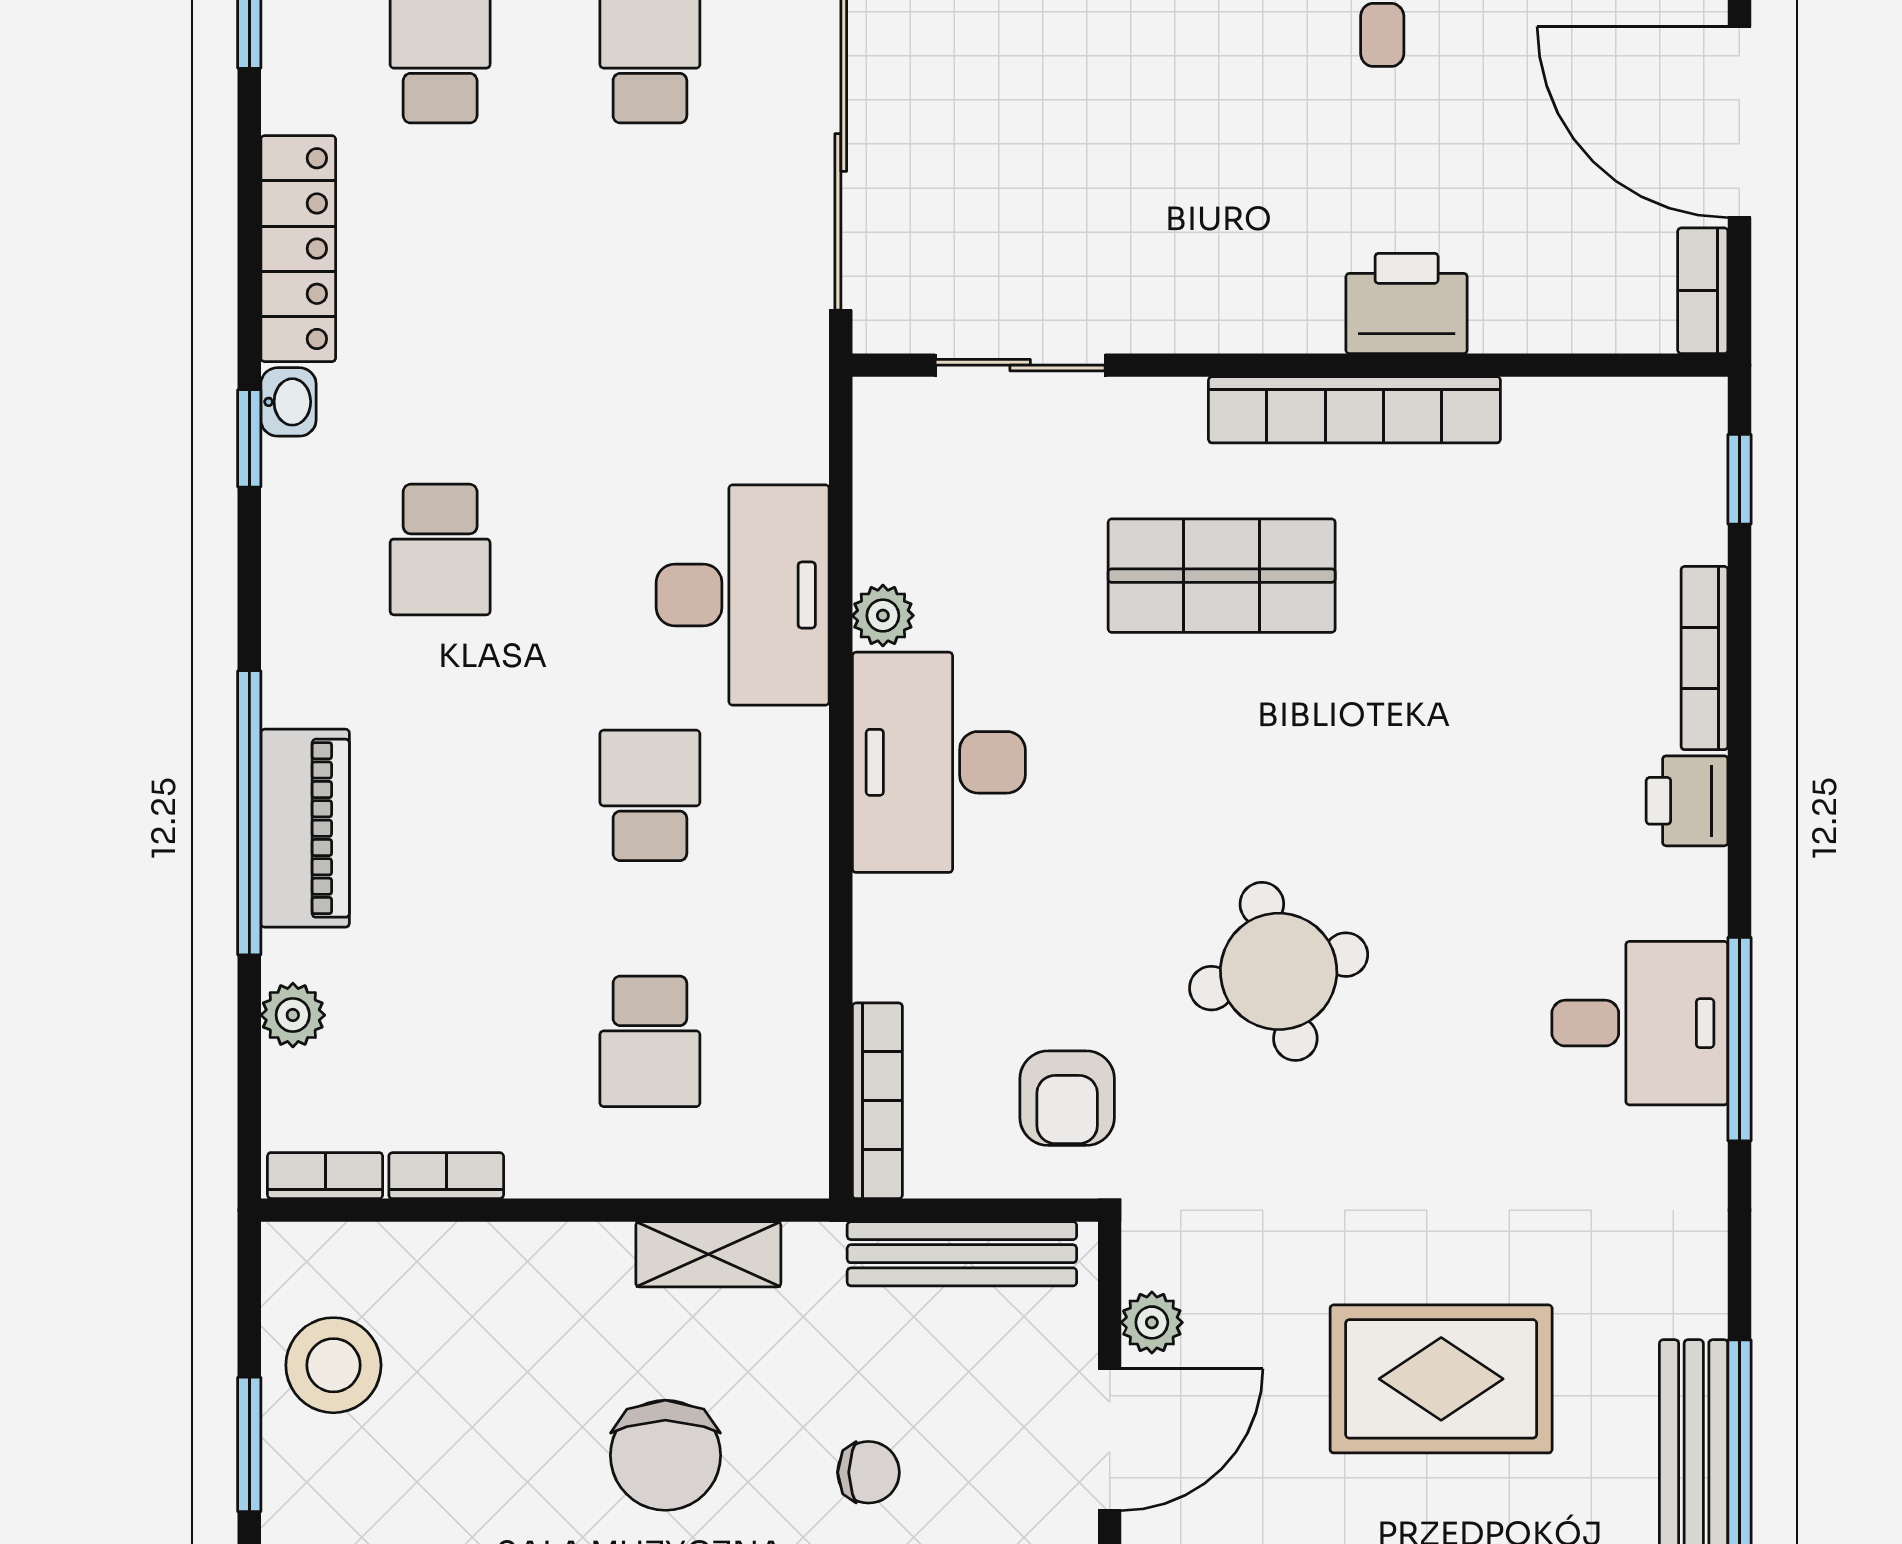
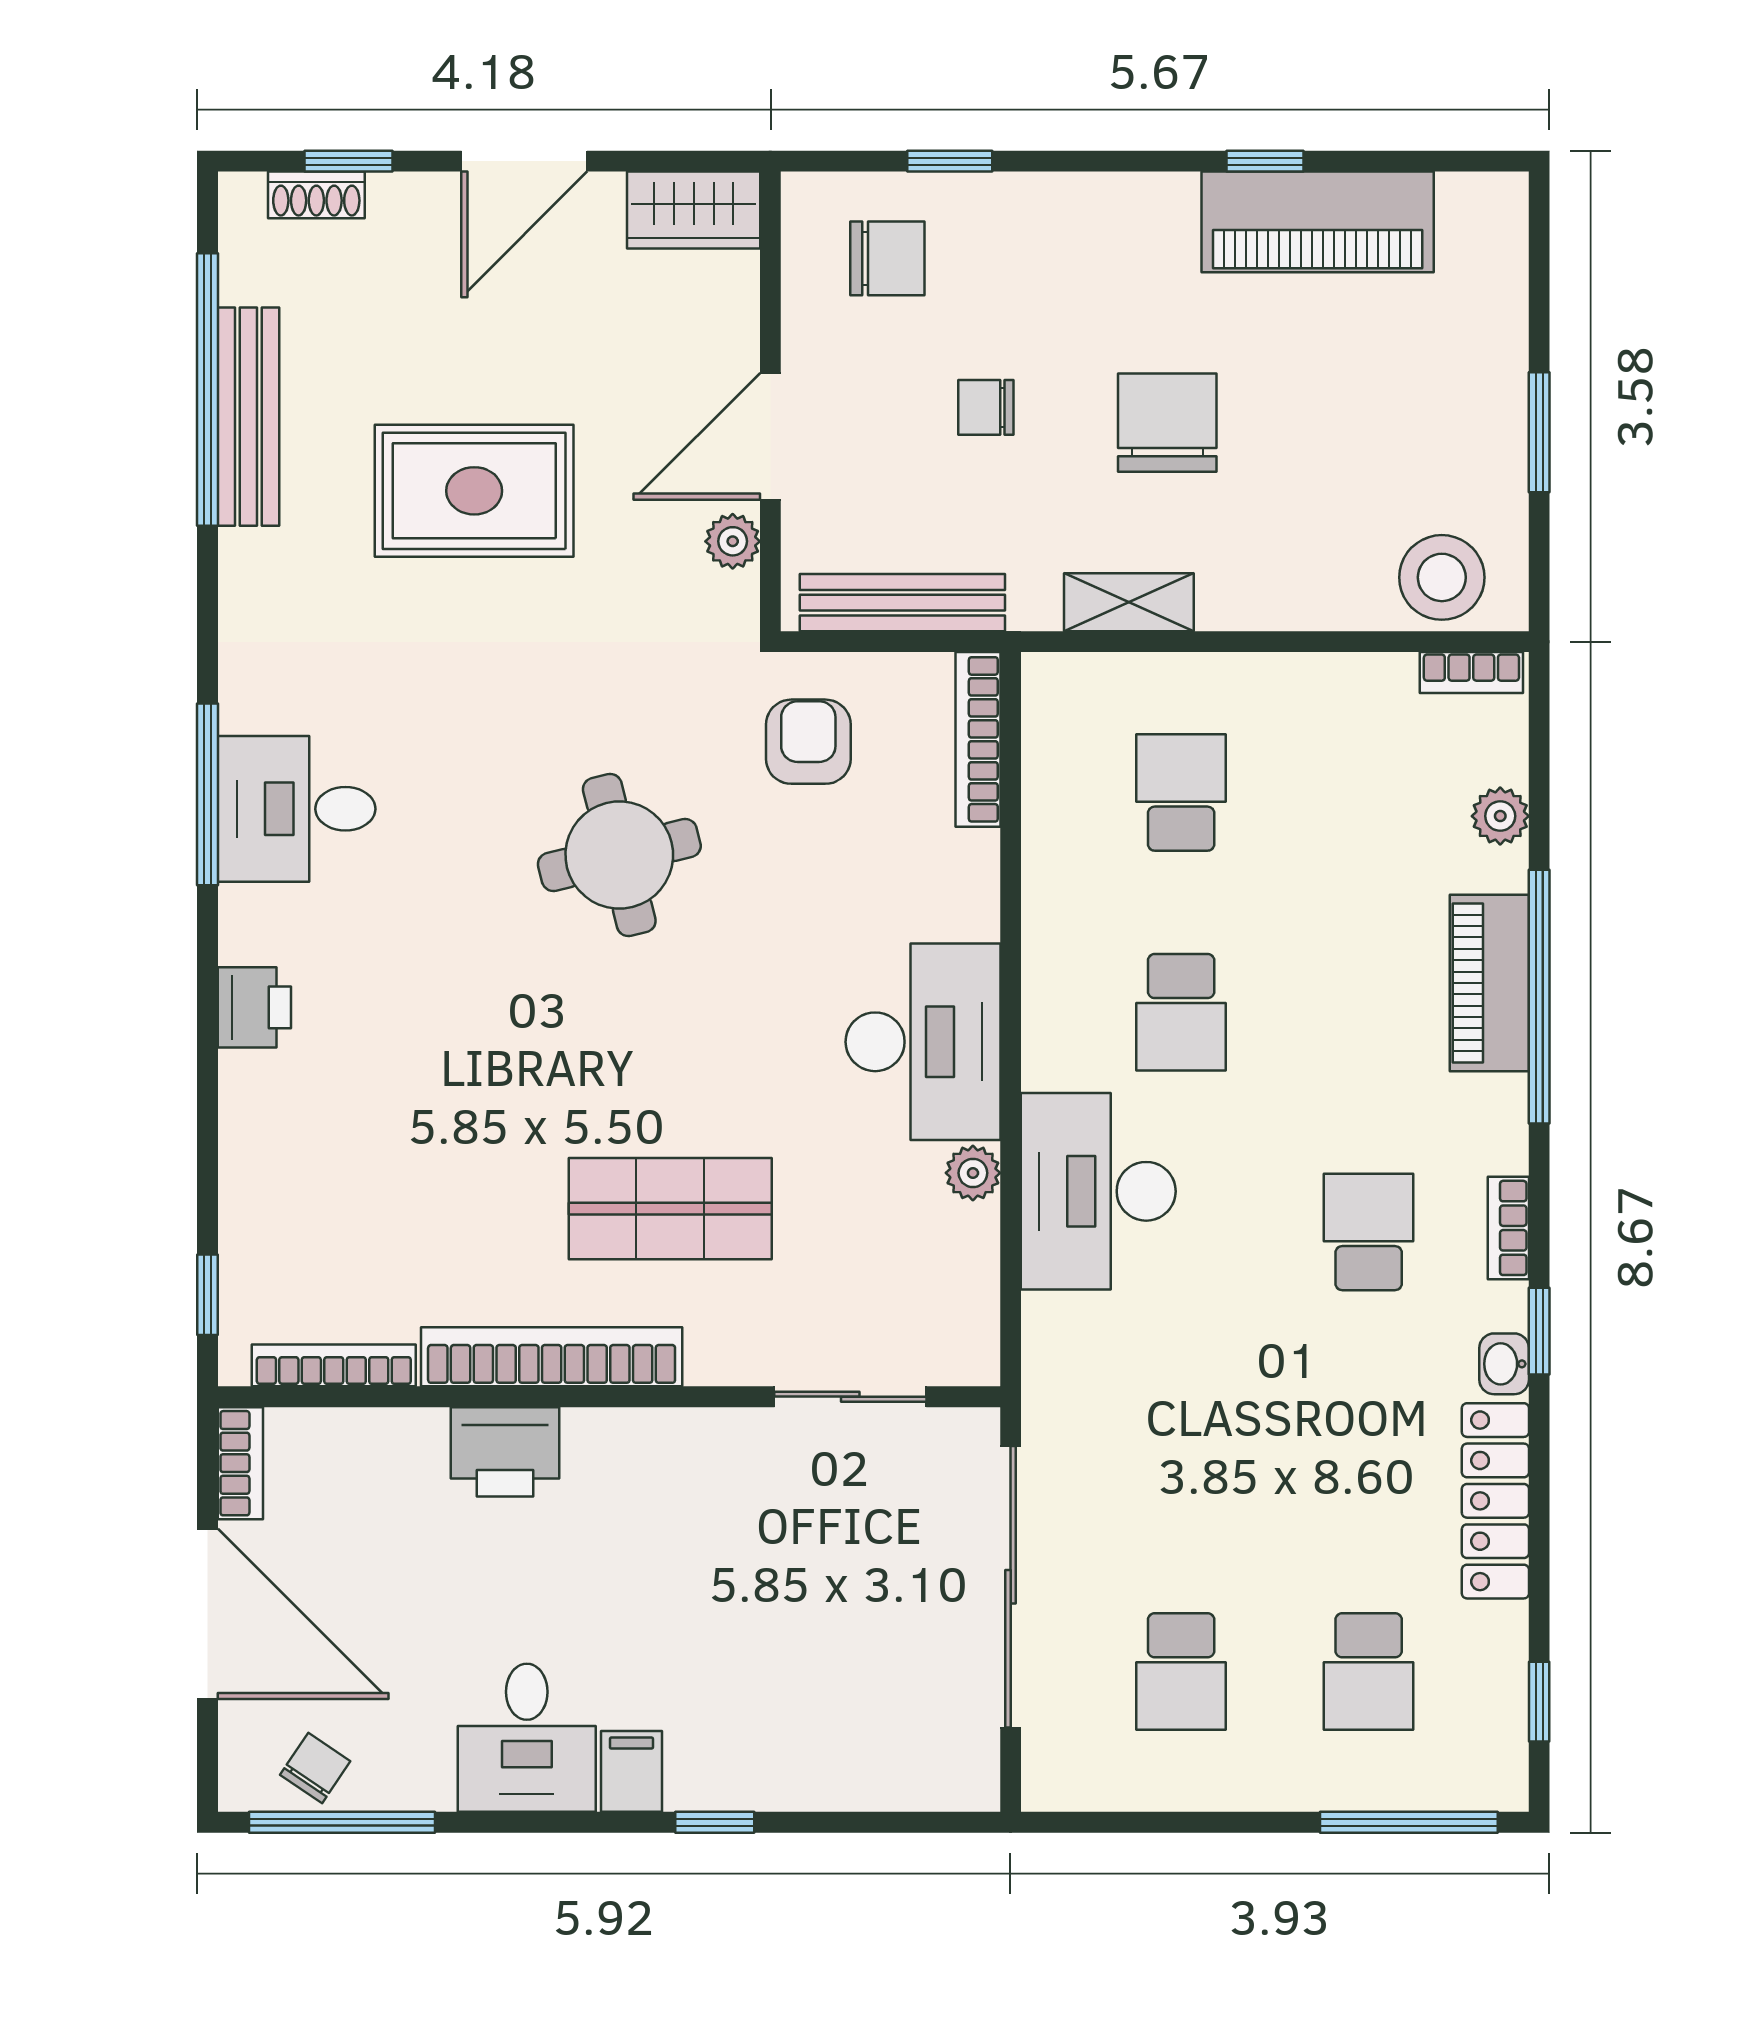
bookcase: (1705, 658) -> (334, 1365), moved, turned -90
bookcase: (446, 1176) -> (1508, 1228), moved, turned 90
stool: (333, 1365) -> (1442, 577), moved

